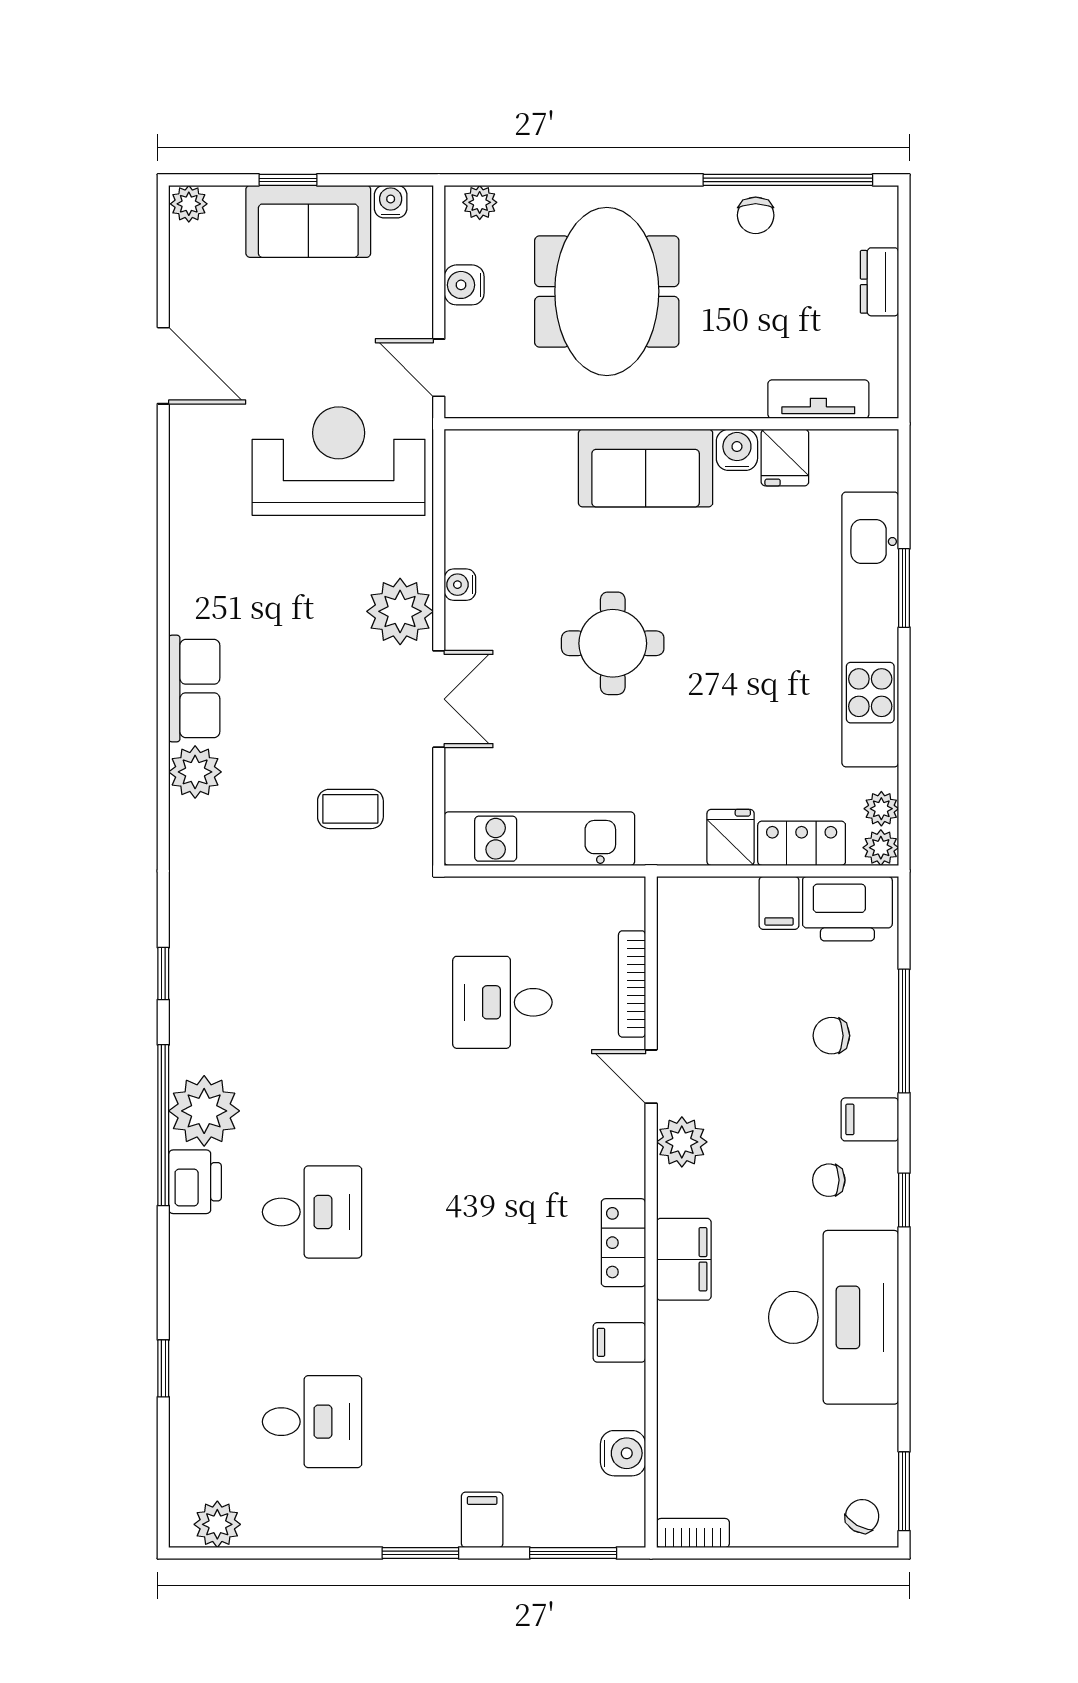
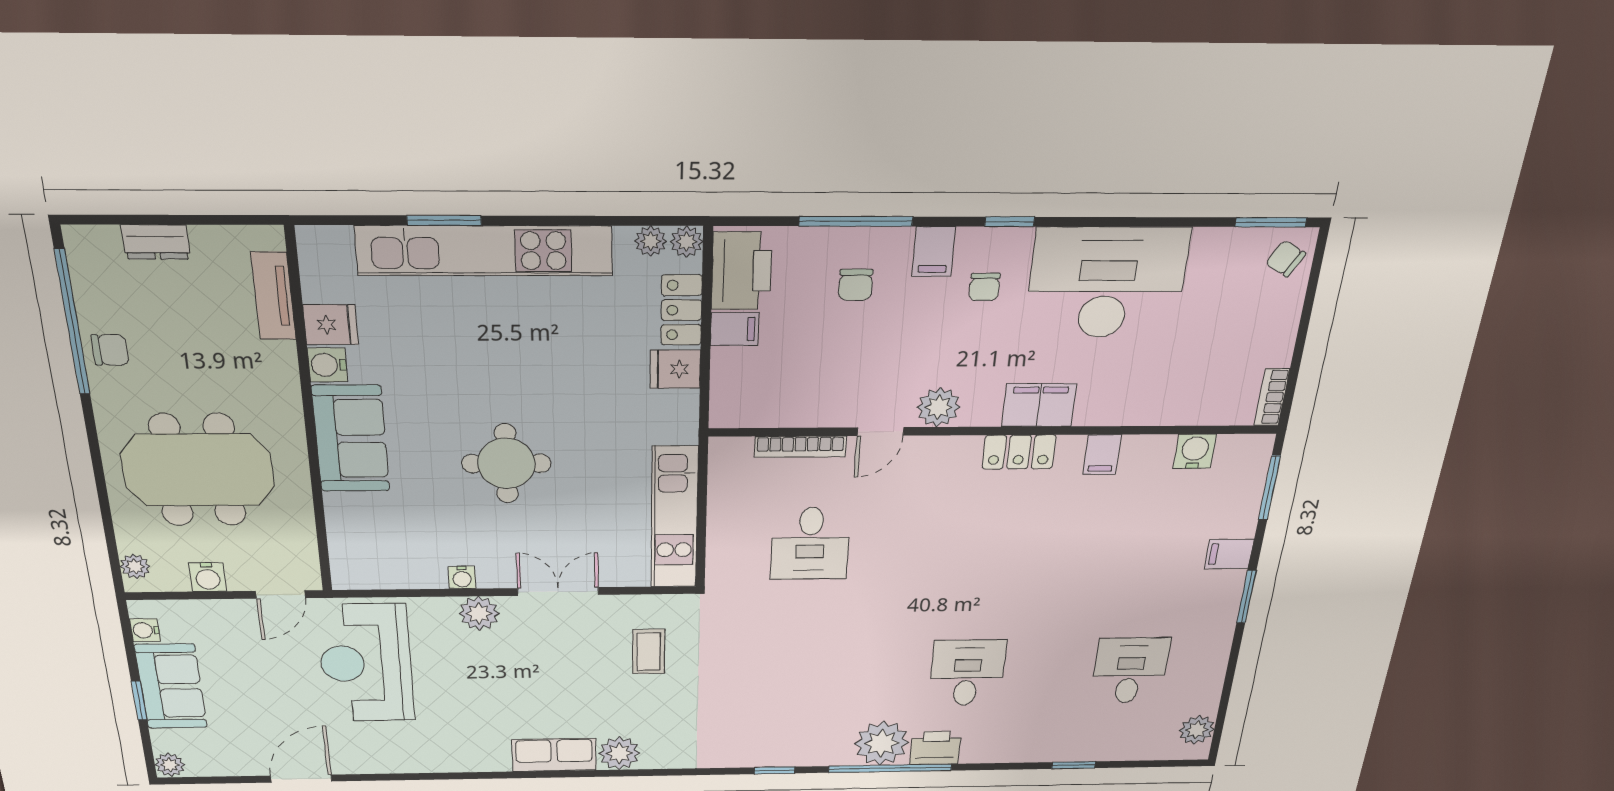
plant: (400, 611) -> (479, 613), width x0.73, depth x0.73

